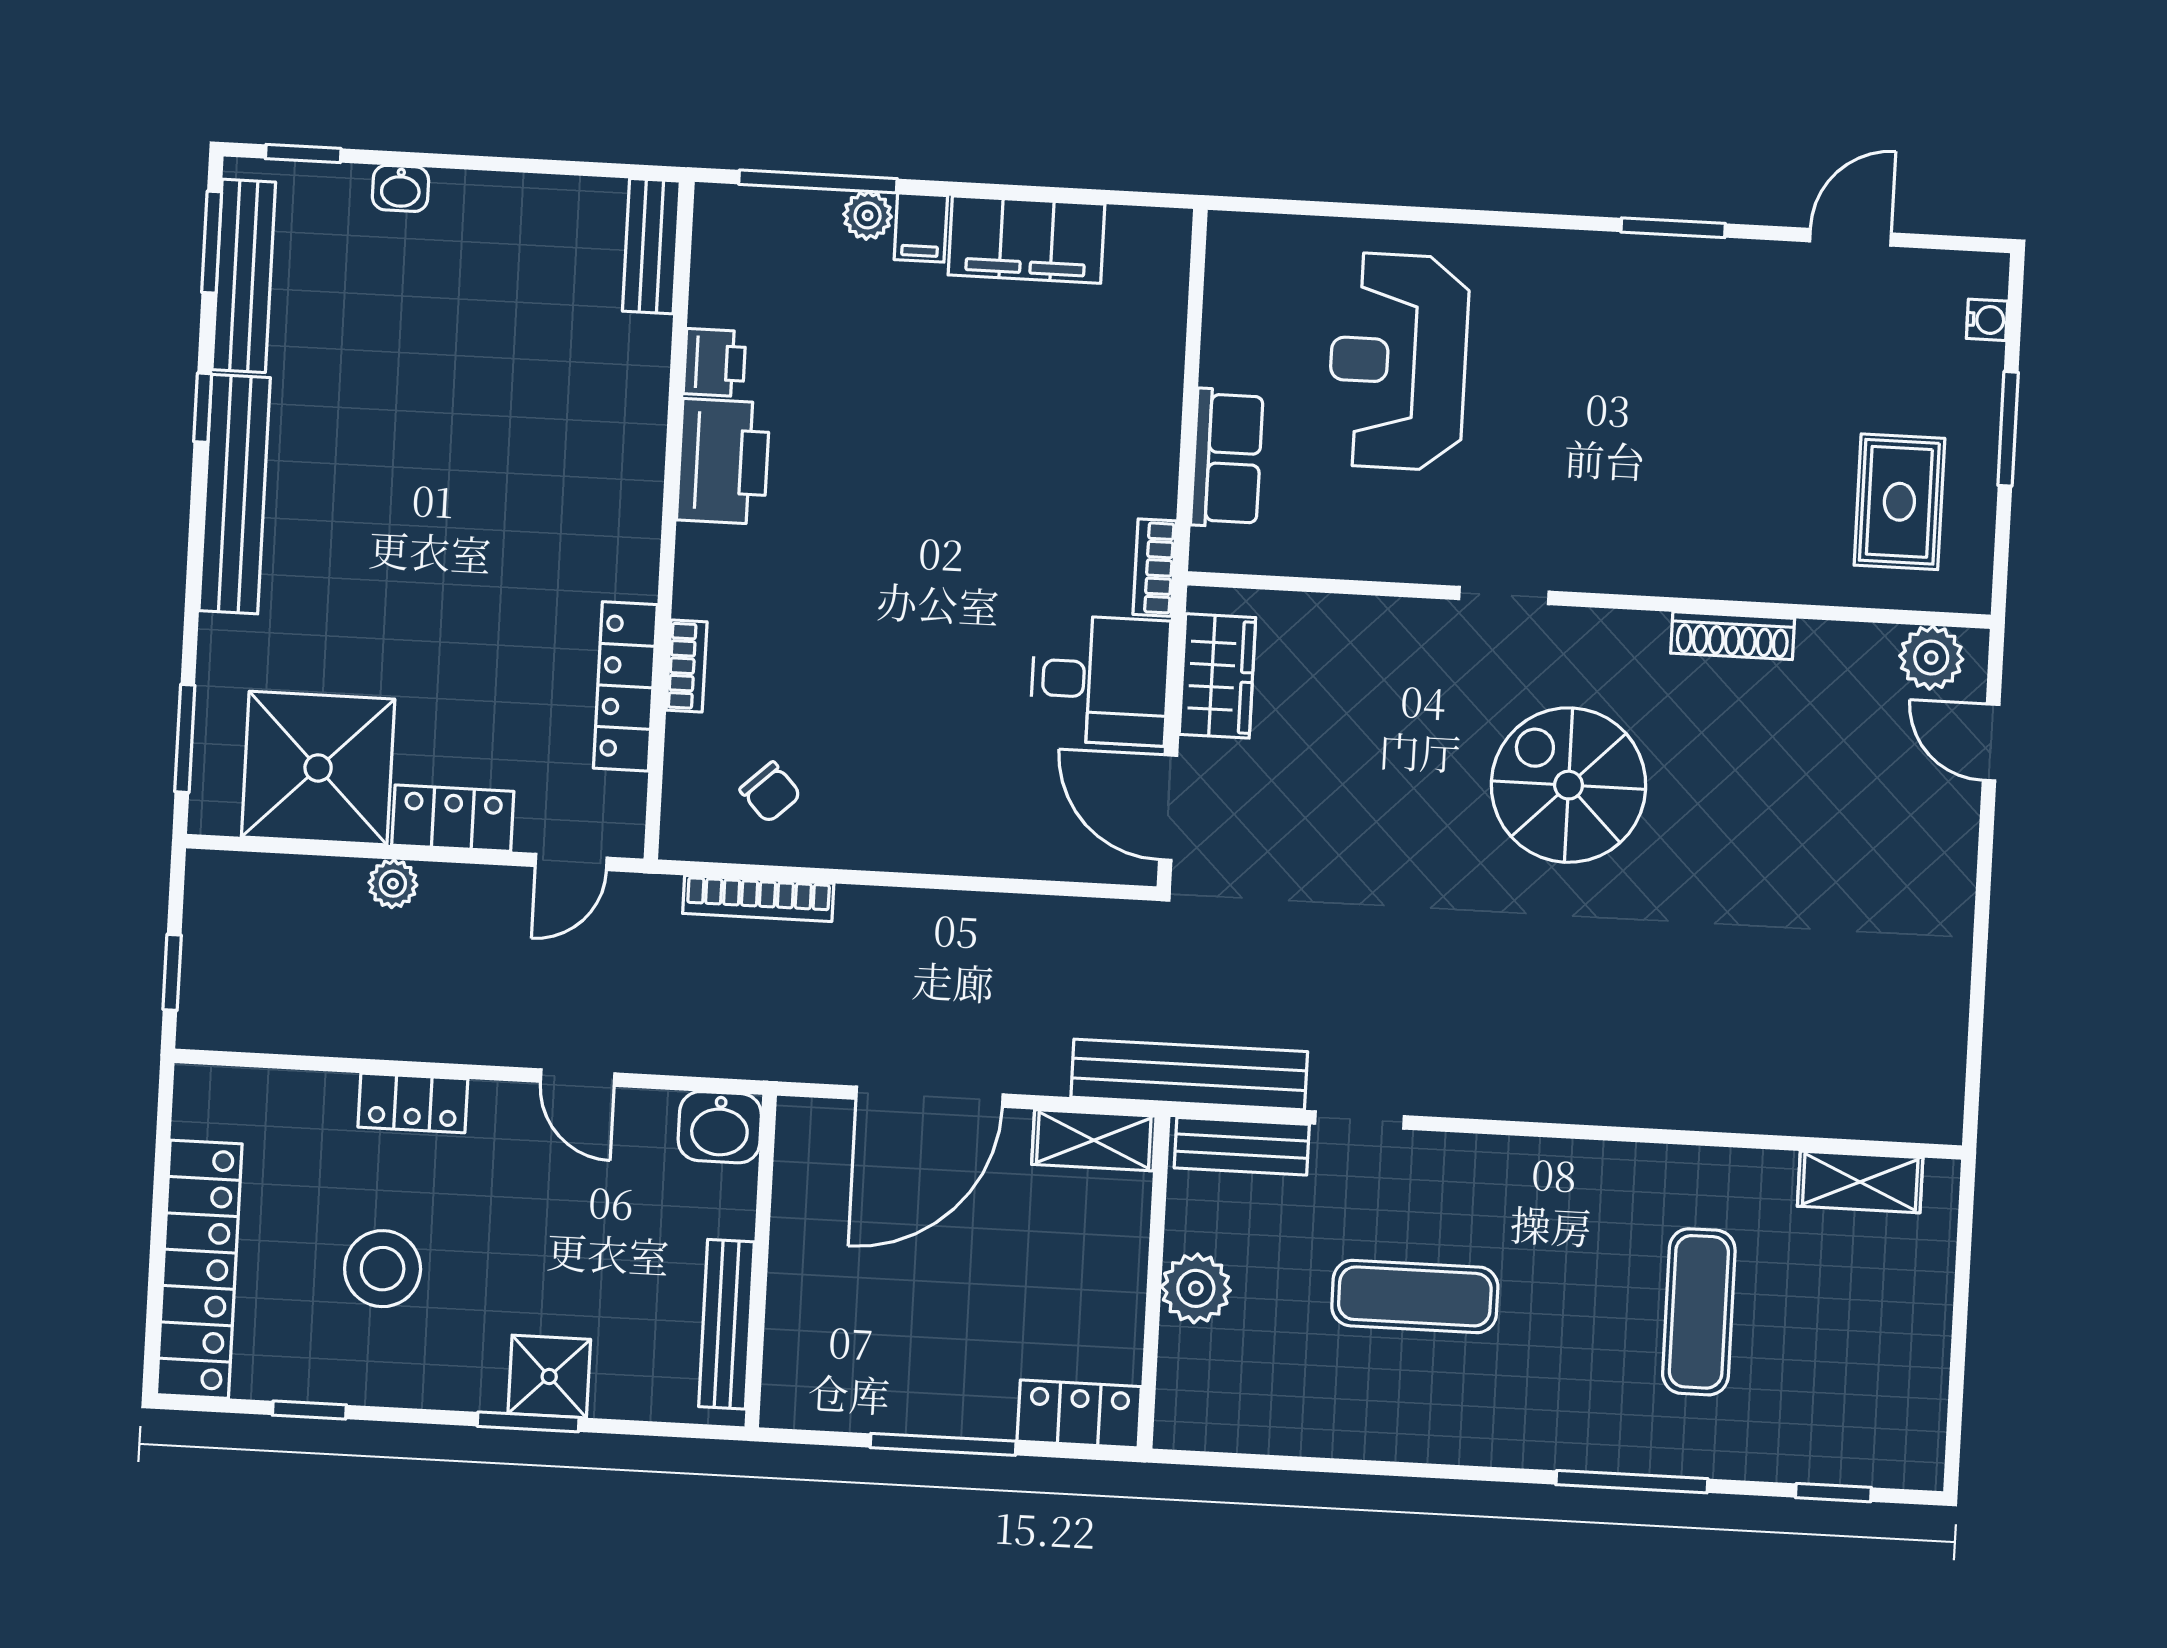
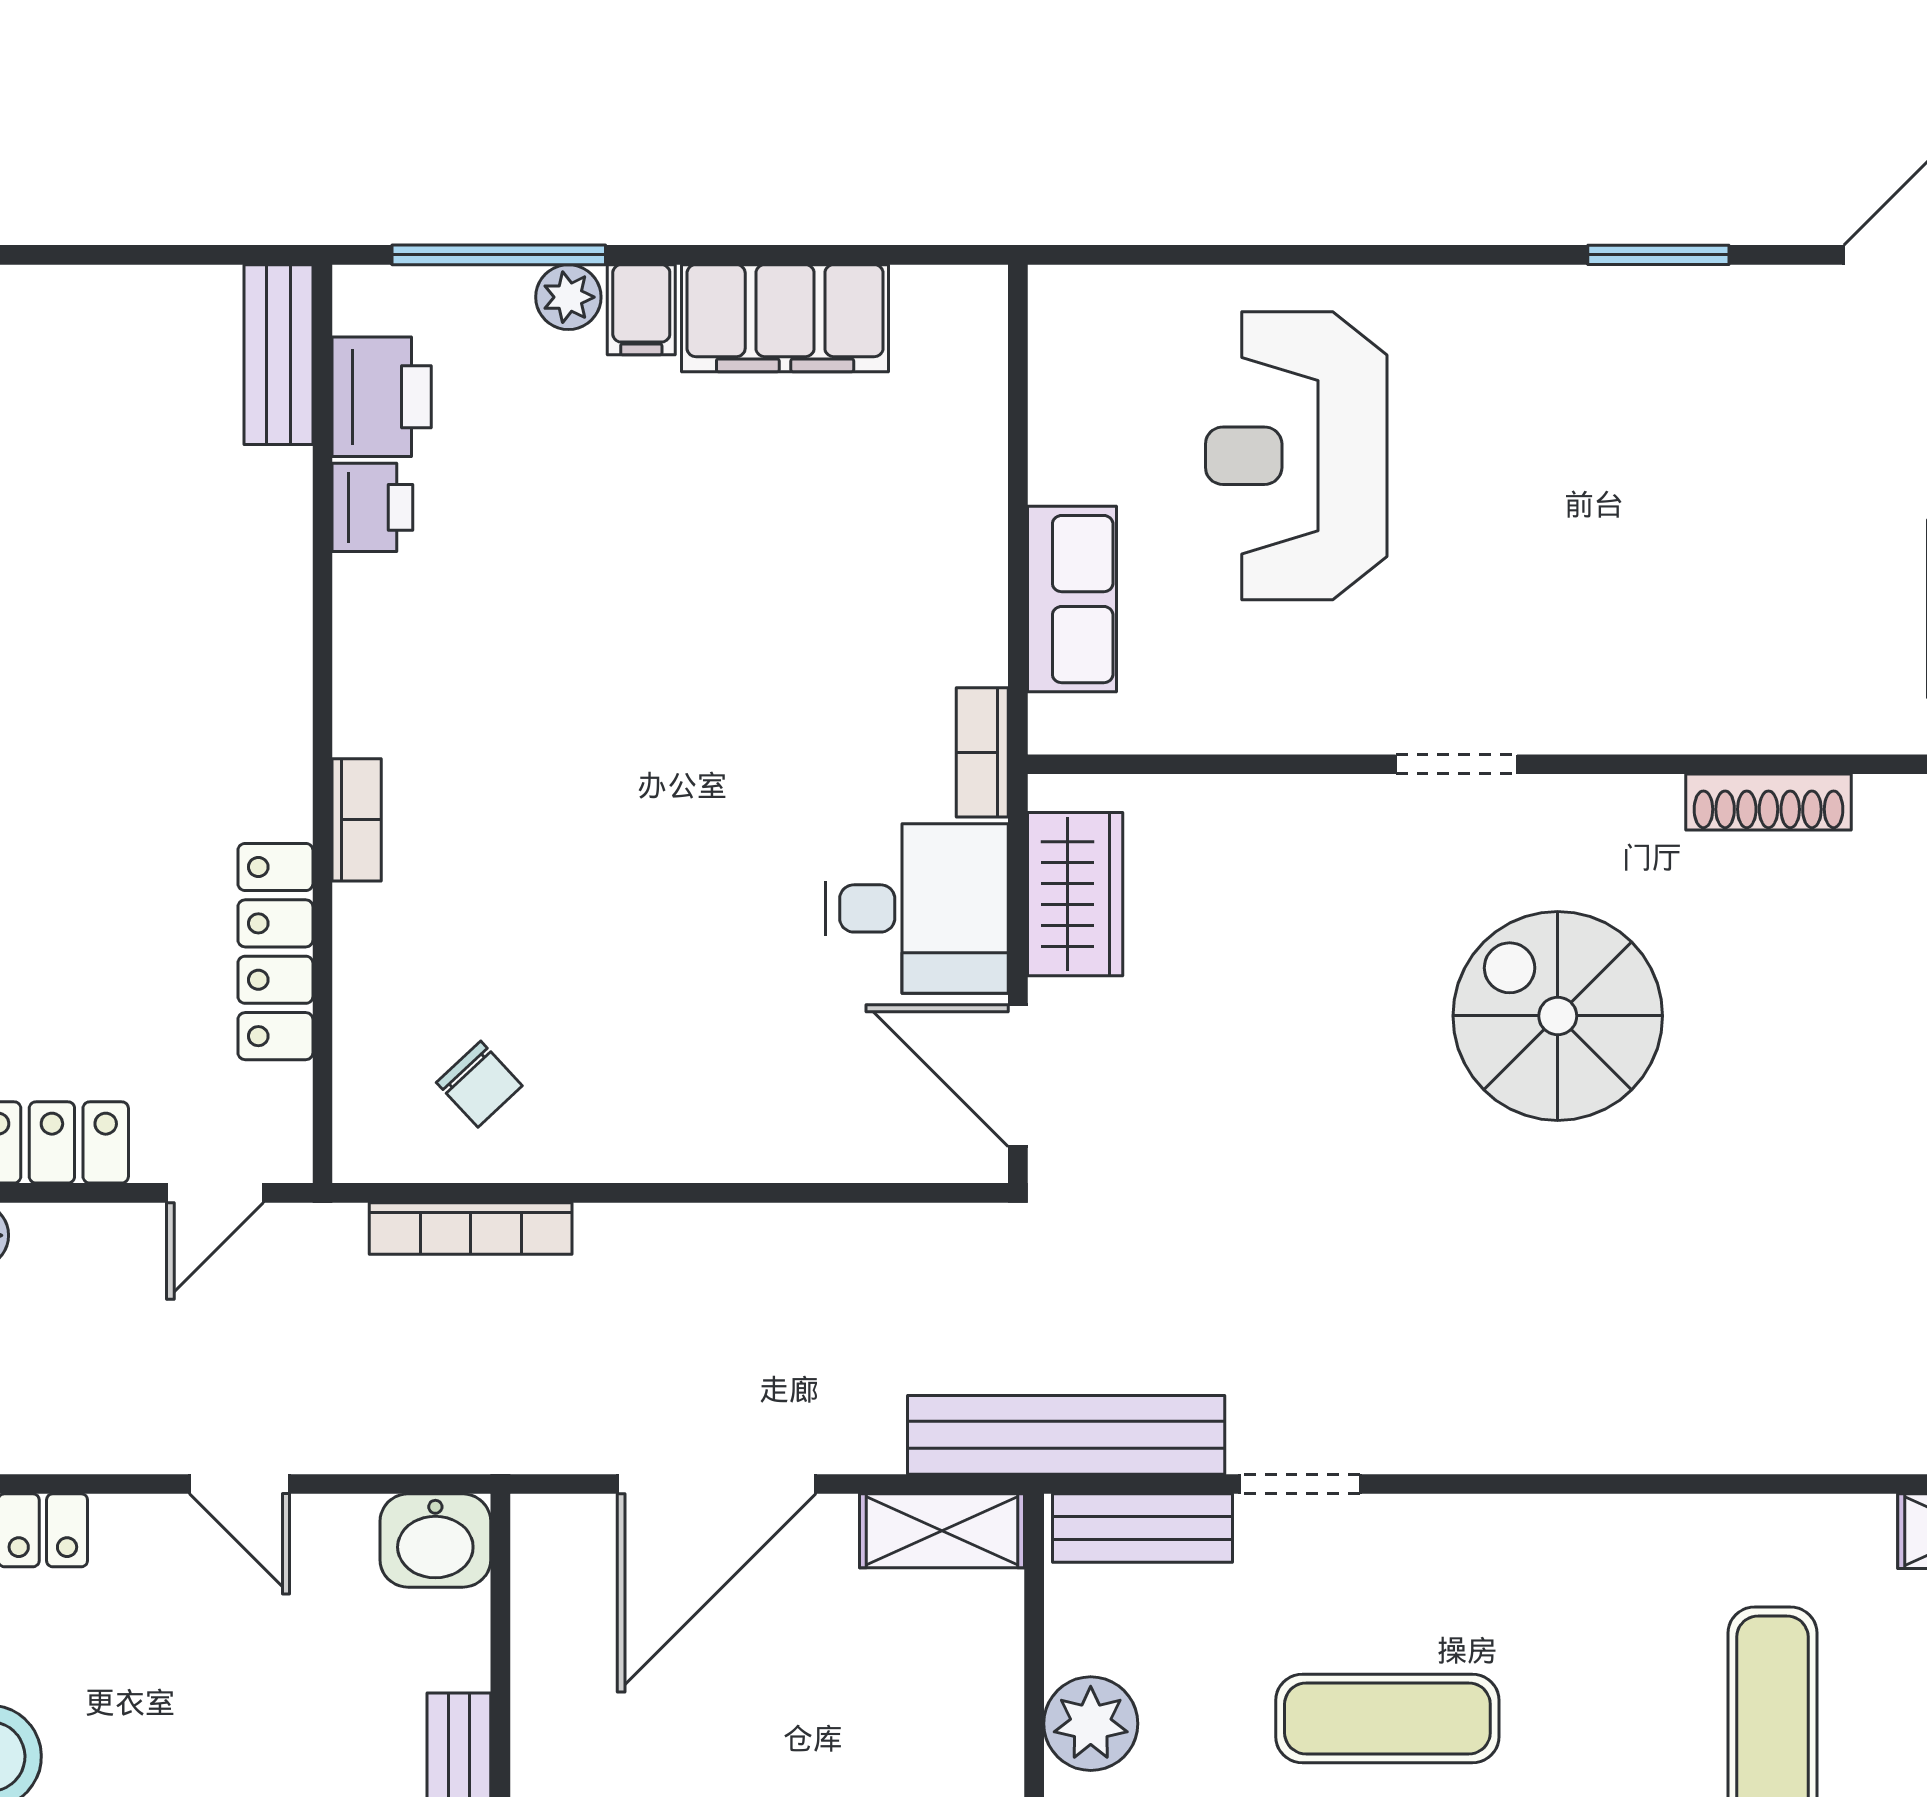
printer: (723, 461) -> (382, 397), moved, width x0.73, depth x0.84
bookcase: (687, 666) -> (357, 820), moved

